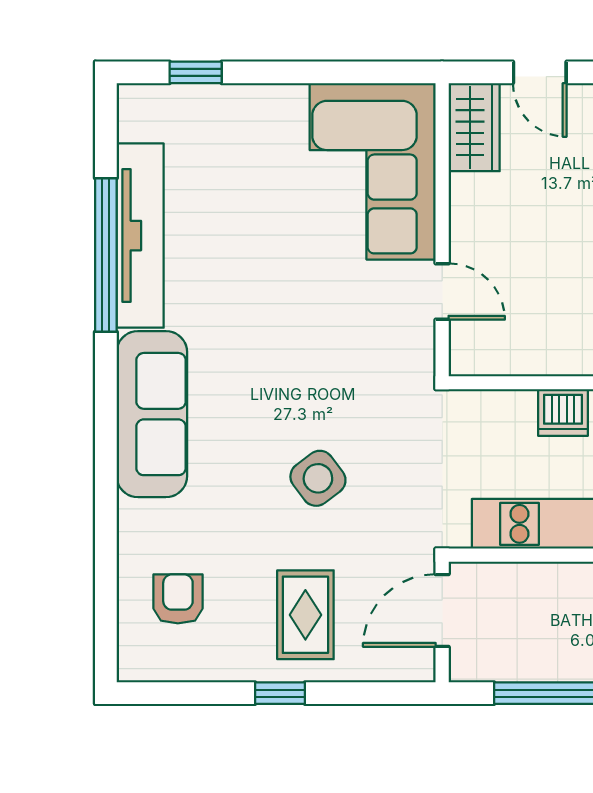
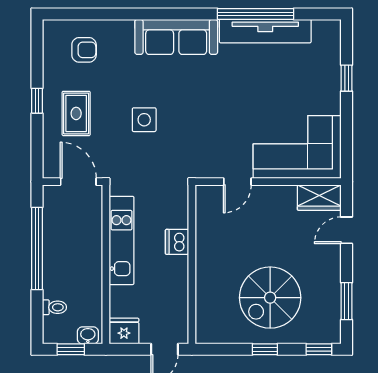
window: (196, 72) -> (347, 78), moved
side table: (318, 478) -> (144, 120), turned 37
rug: (305, 615) -> (76, 113), turned 90

